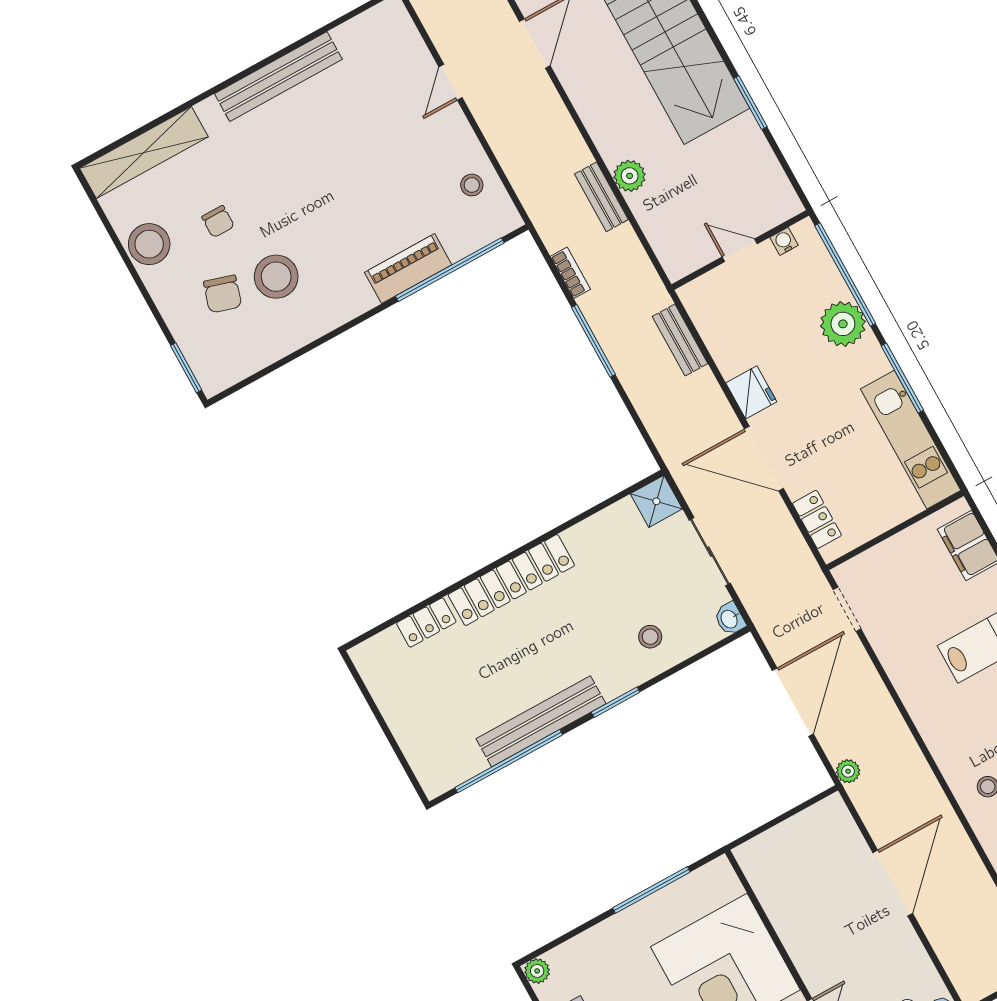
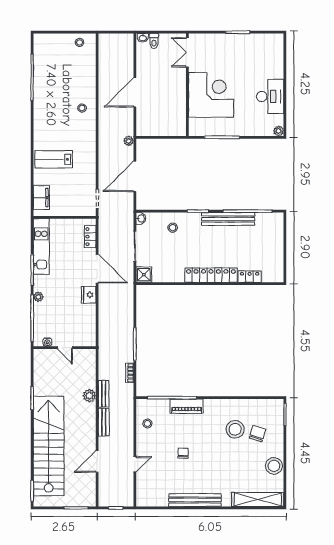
chair: (218, 222) -> (183, 453), moved
plant: (843, 324) -> (38, 297), width x0.53, depth x0.53
bench: (680, 340) -> (104, 422), moved

